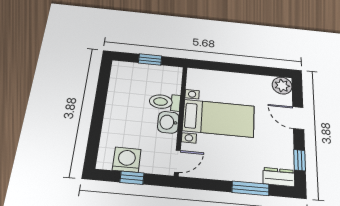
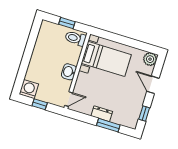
toilet: (165, 102) -> (75, 38), moved
bed with nightstands: (219, 118) -> (106, 59), moved
washing machine: (127, 160) -> (29, 89), moved
dresser: (279, 177) -> (102, 114), moved

